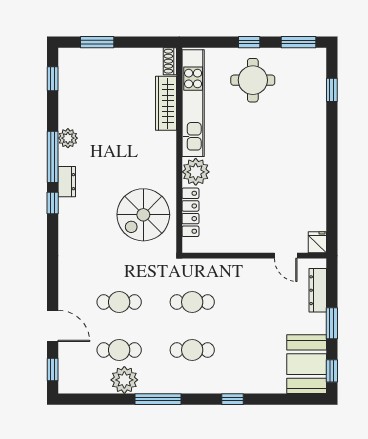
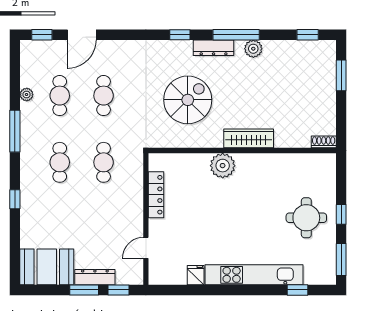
wardrobe: (166, 103) -> (249, 138), moved
kitchen unit: (193, 103) -> (254, 275), moved, turned 180
dresser: (67, 182) -> (214, 48), width x1.44
window: (53, 203) -> (180, 35), moved
locker: (190, 212) -> (156, 195), moved, turned -90
spiral stairs: (143, 215) -> (188, 100), moved, turned 90
fridge: (317, 242) -> (196, 275), moved, turned -90
dresser: (318, 290) -> (95, 277), moved
window: (332, 371) -> (118, 290), moved
plant: (124, 380) -> (27, 95), width x0.53, depth x0.53

